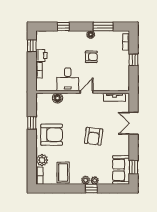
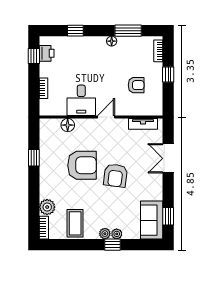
printer: (41, 56) -> (47, 53), moved
armchair: (91, 57) -> (136, 85), moved
armchair: (52, 135) -> (82, 165), moved

